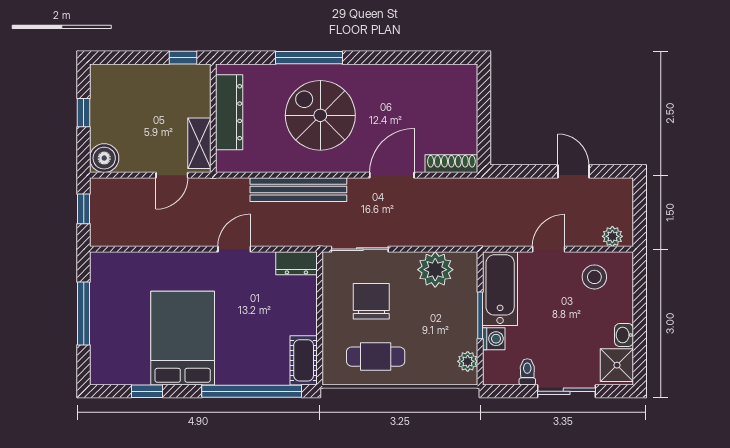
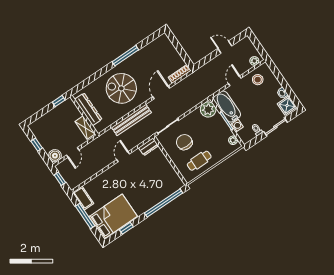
window: (309, 58) -> (125, 56), moved
door: (172, 175) -> (73, 152), moved
plant: (435, 270) -> (208, 109), moved
bed: (183, 338) -> (113, 217), moved, turned 90
cot: (304, 360) -> (83, 198), moved

